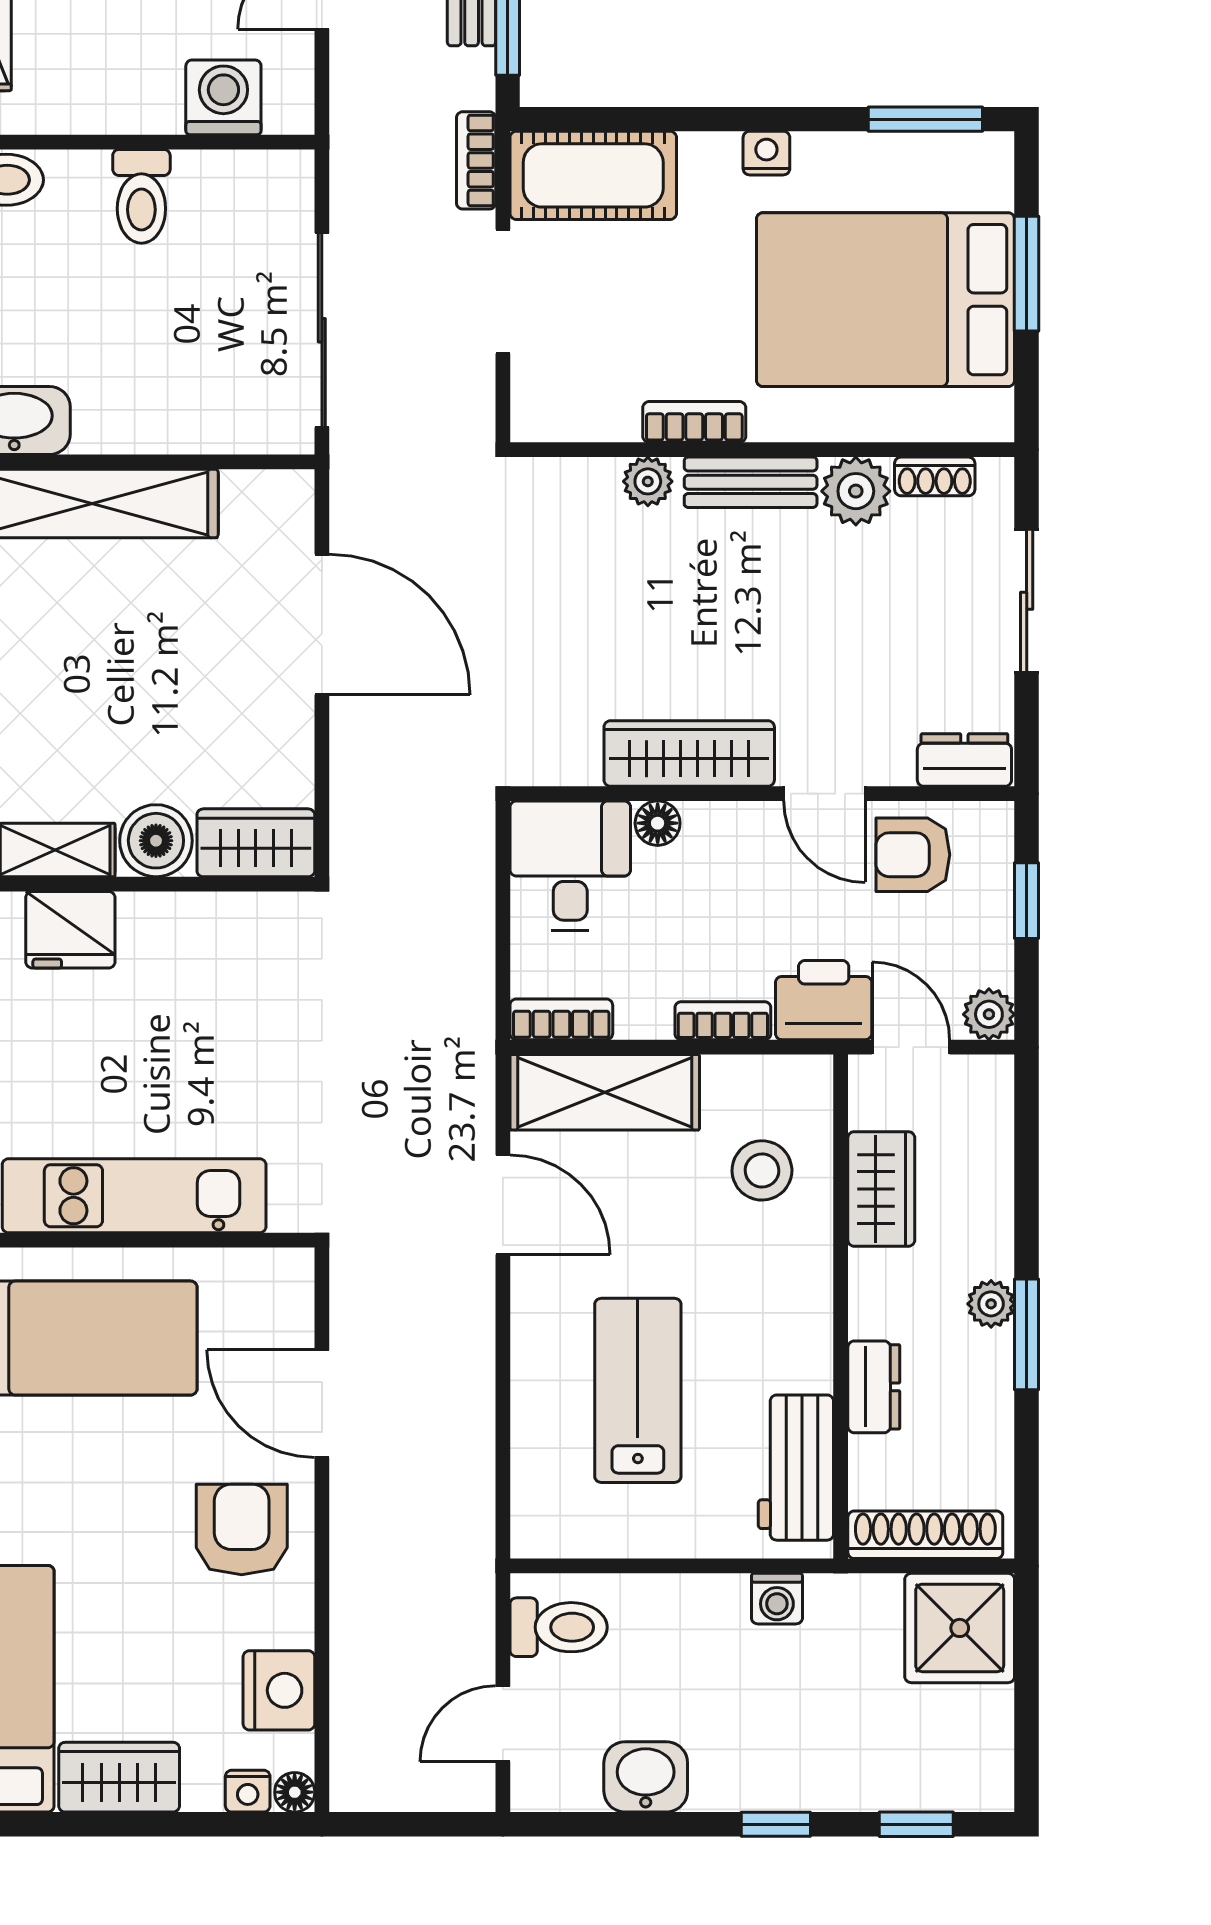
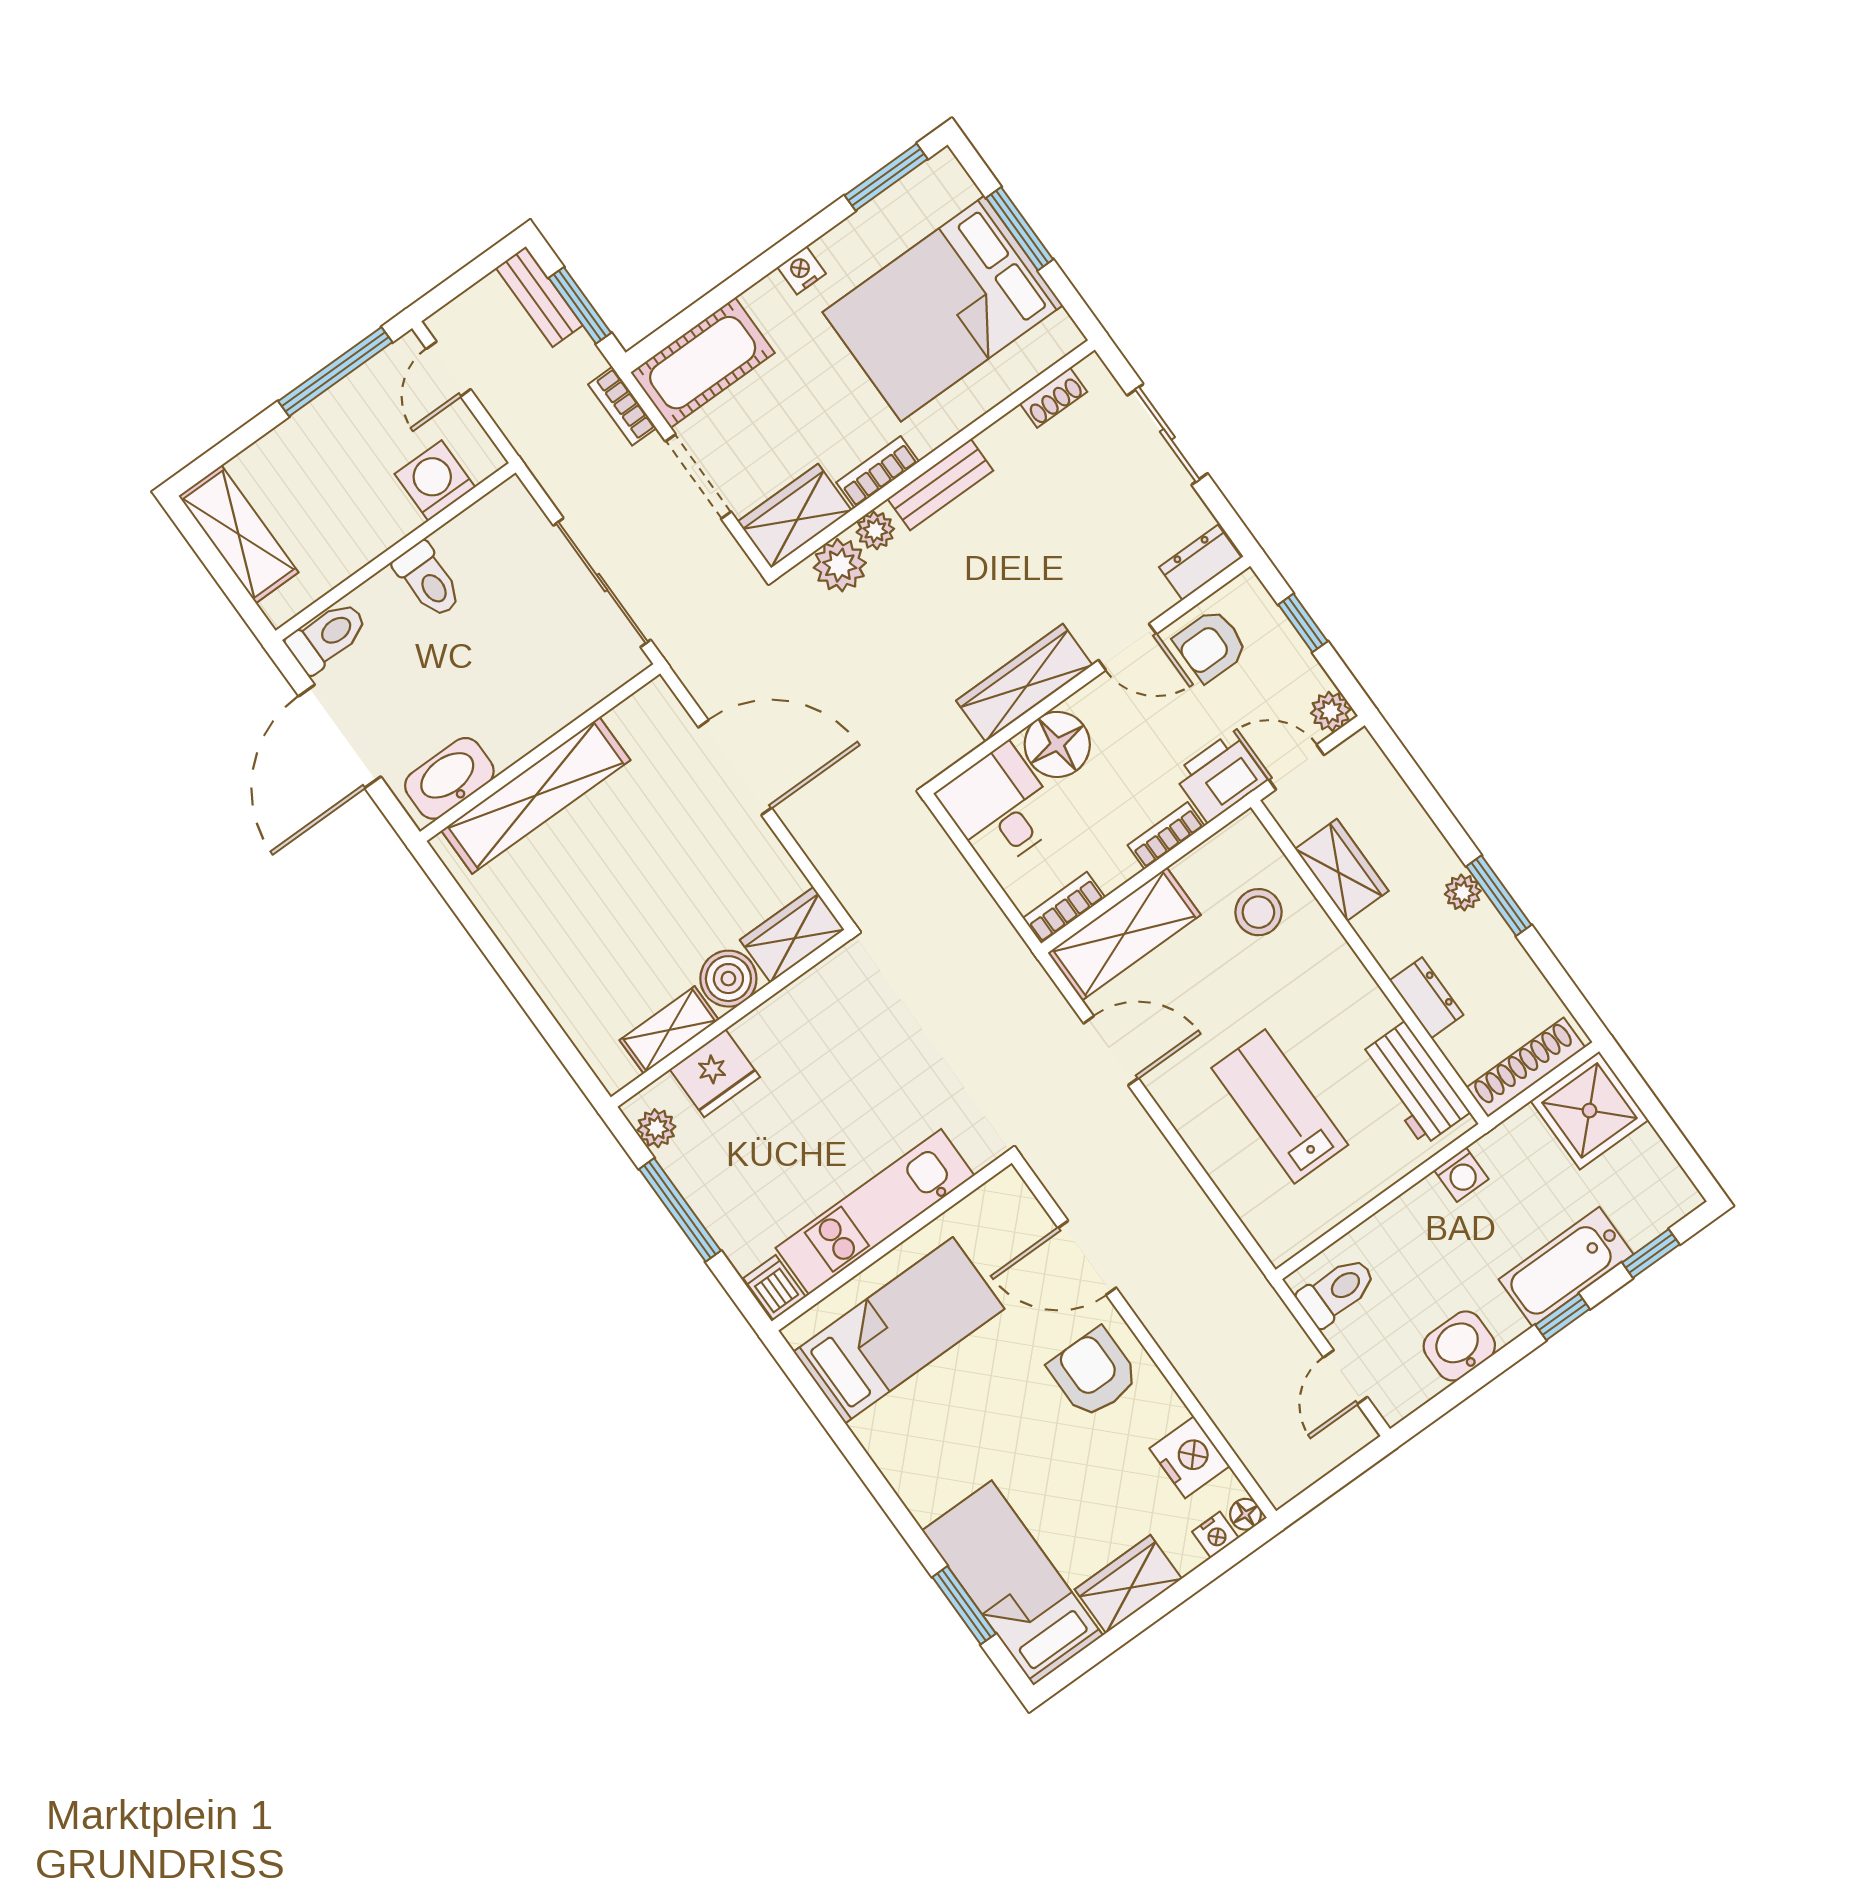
wardrobe: (574, 405) -> (795, 516), added
plant: (856, 491) -> (840, 565), moved
floor lamp: (658, 823) -> (1057, 744), width x1.89, depth x1.89
bathtub: (817, 1774) -> (1566, 1267), added

